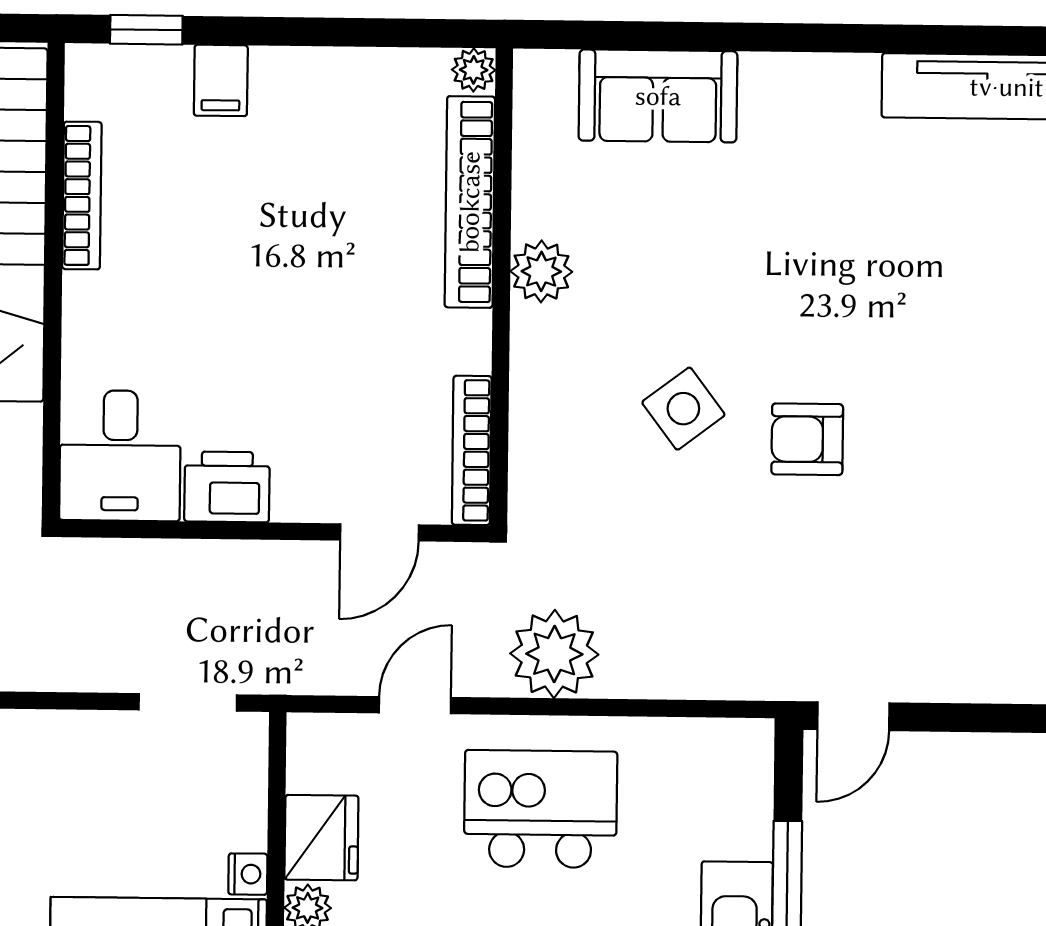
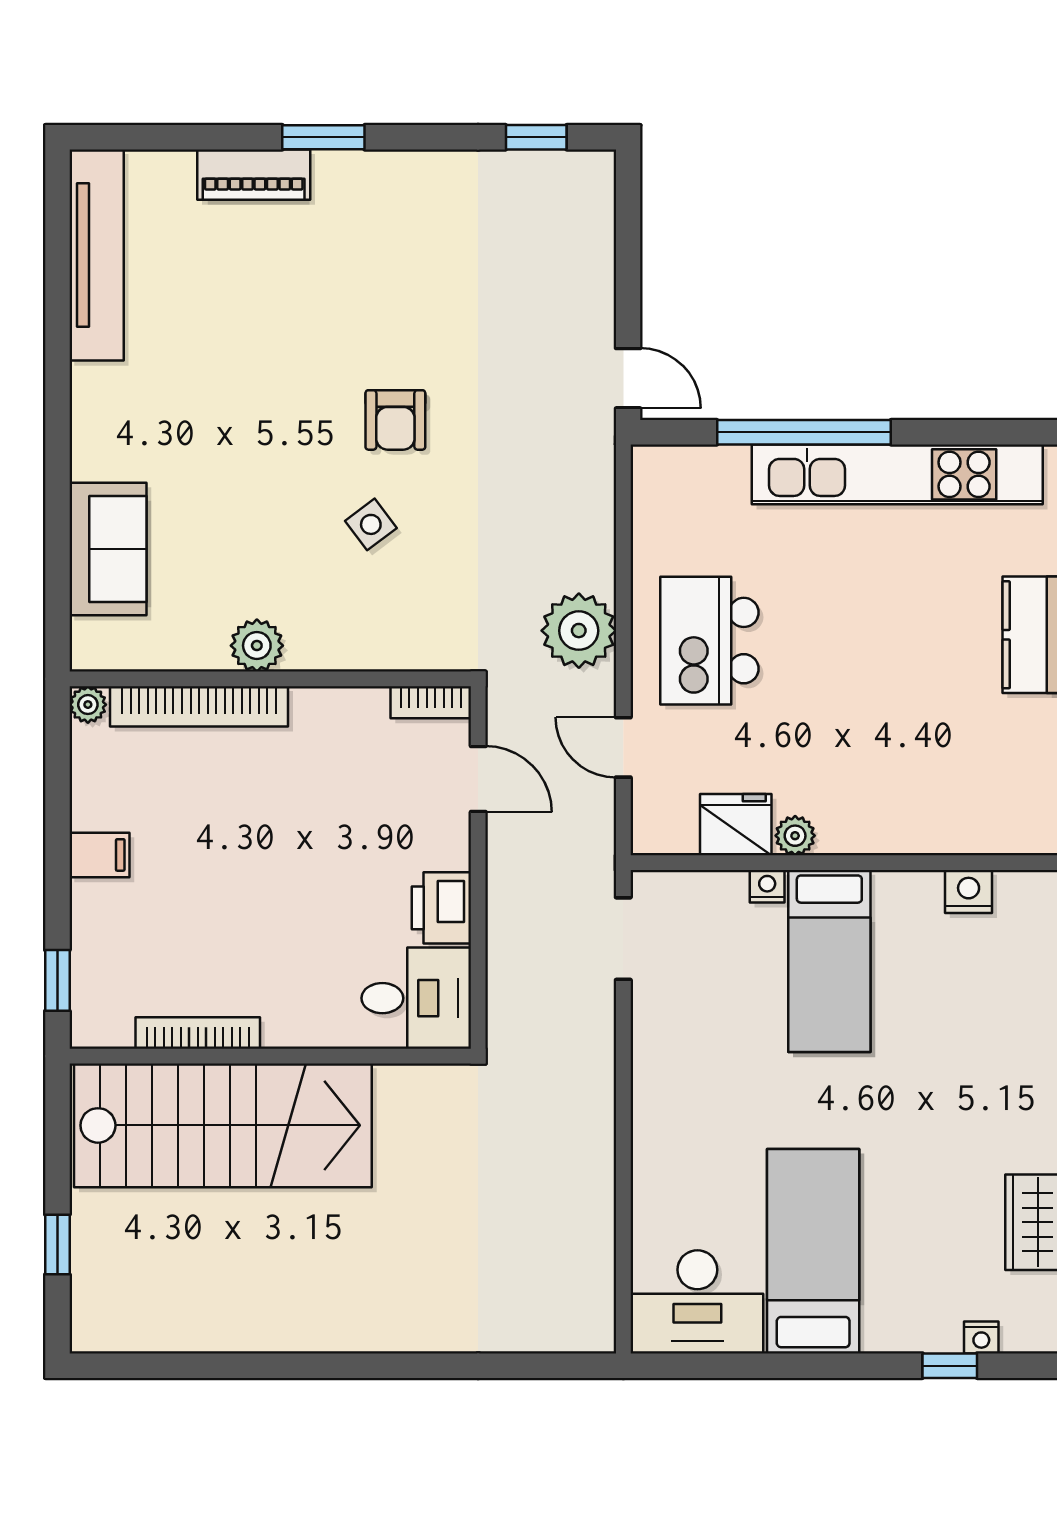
filing cabinet: (221, 80) -> (99, 855), moved
side table: (683, 409) -> (371, 524), width x0.73, depth x0.73
bookcase: (472, 450) -> (431, 702), width x0.64

